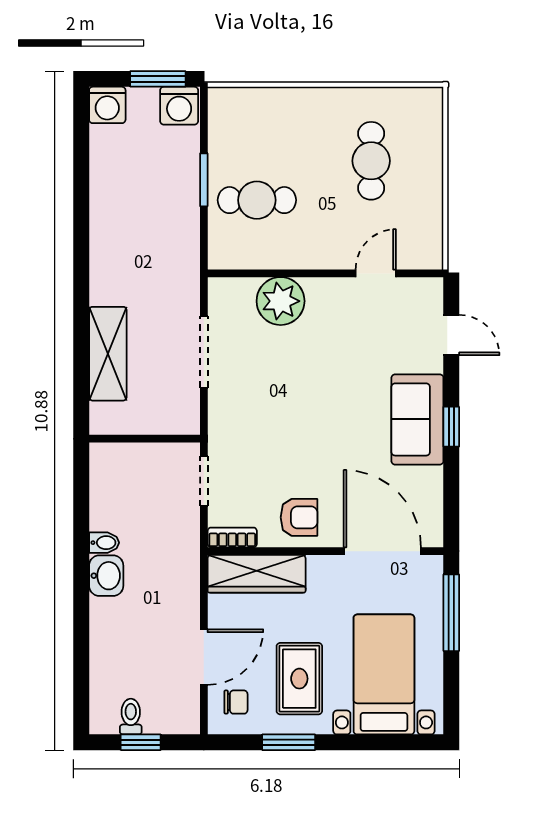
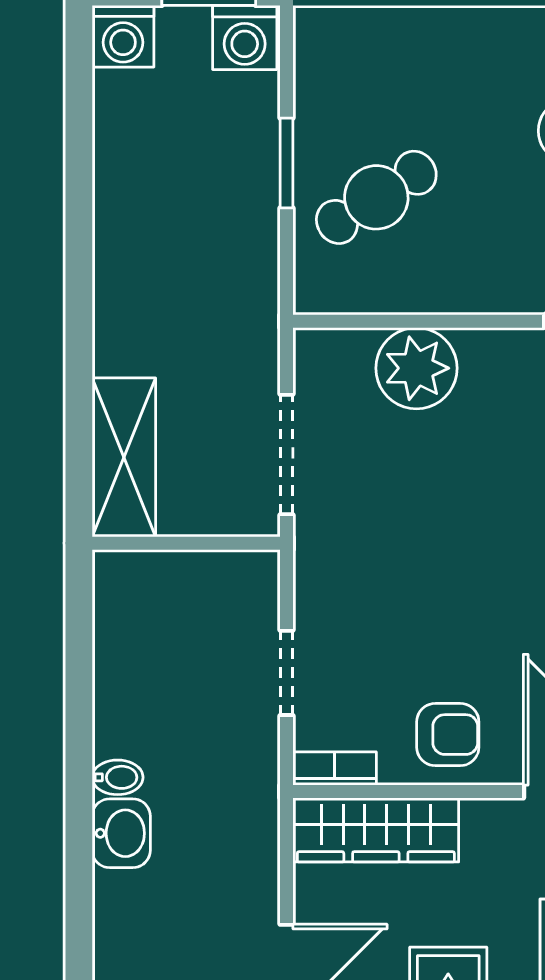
cafe table: (257, 200) -> (376, 197), turned -32
wall: (145, 439) -> (186, 543), moved

